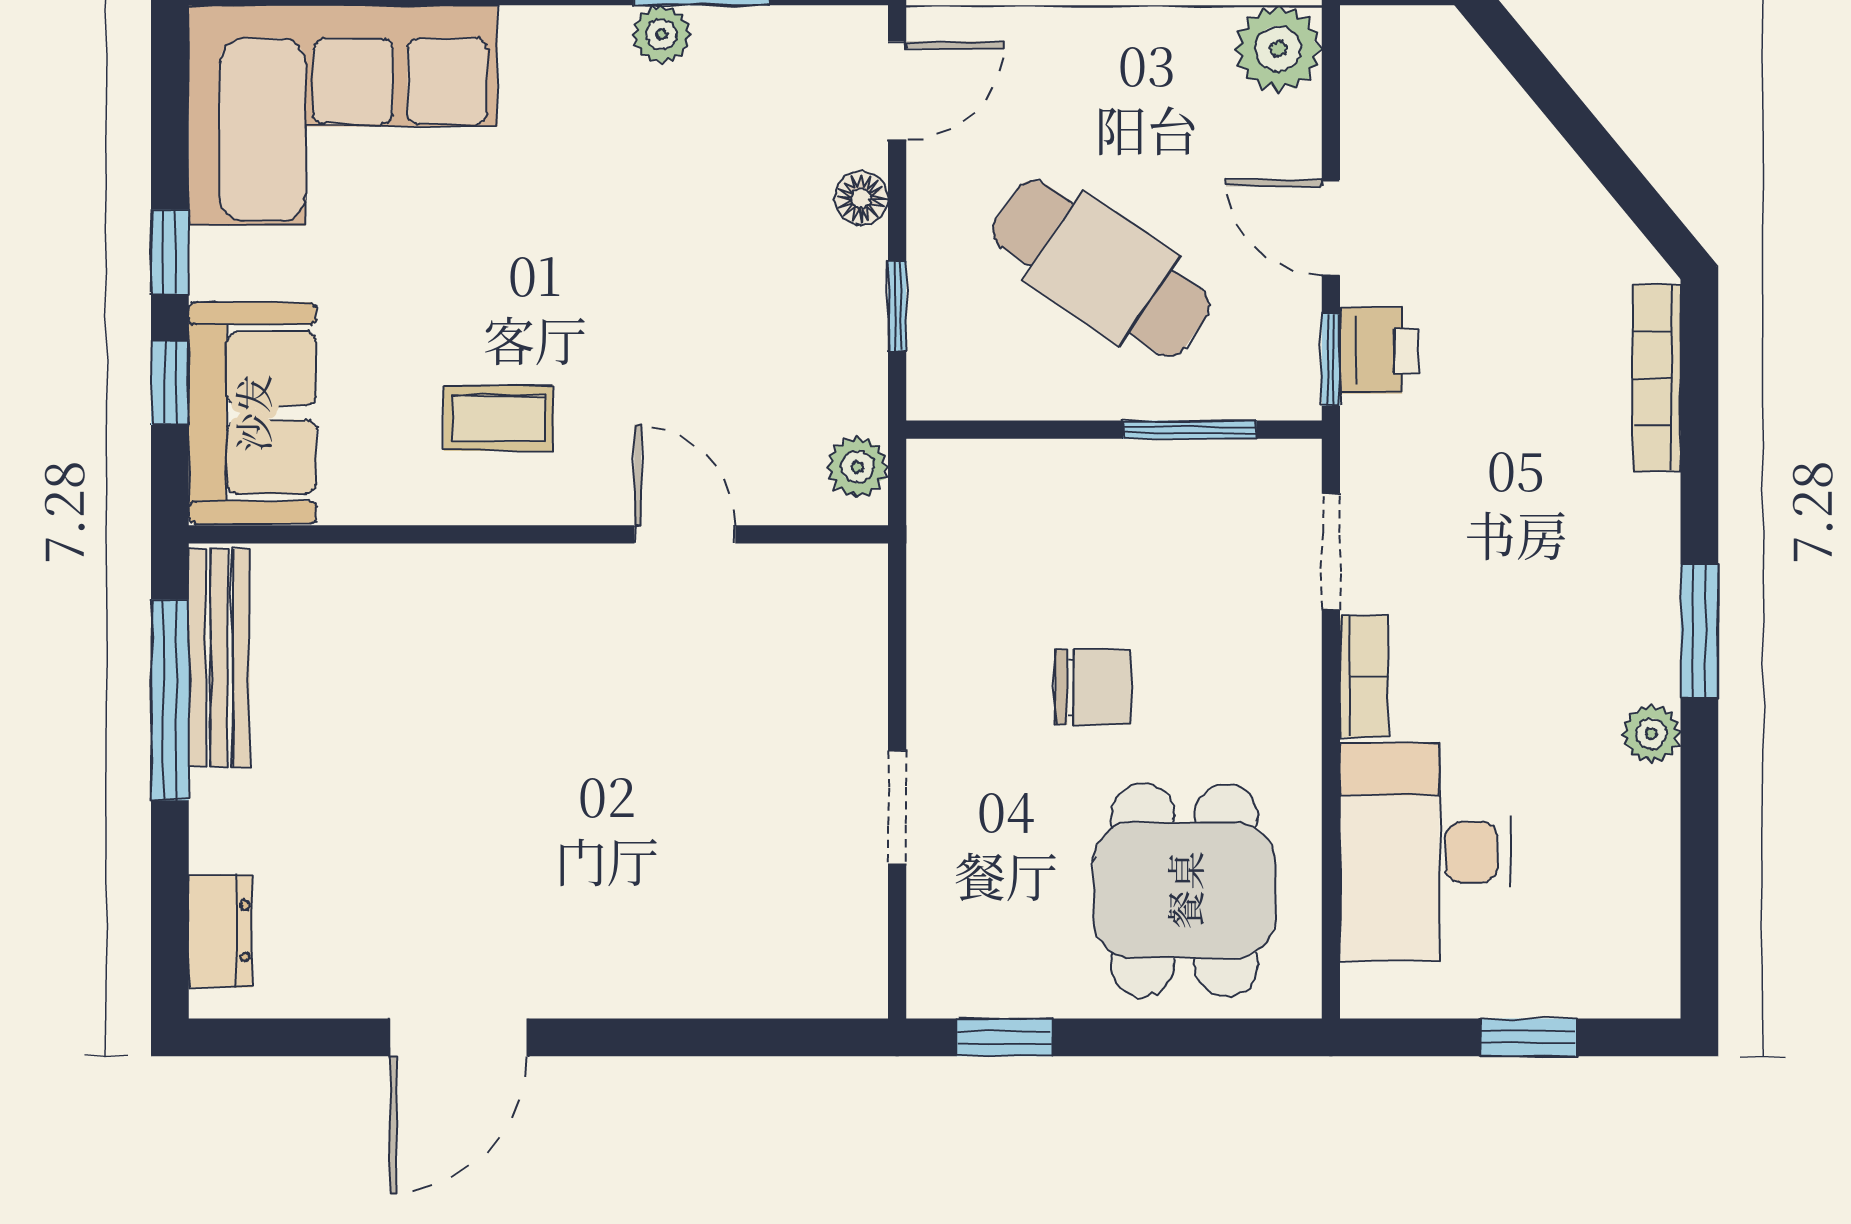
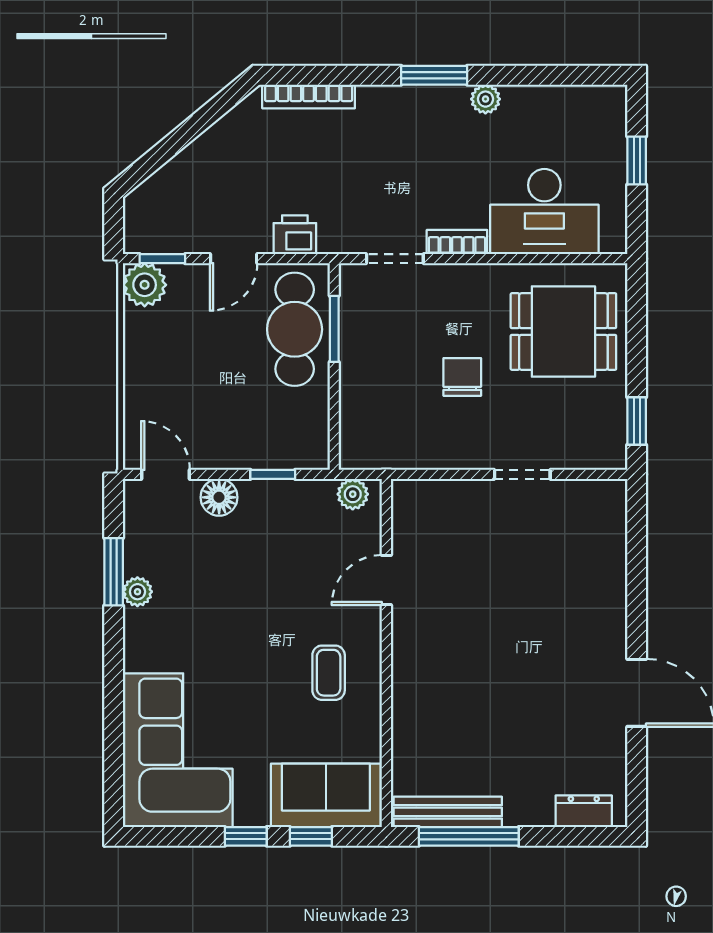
floor lamp: (861, 198) -> (219, 497), width x1.37, depth x1.37
cafe table: (1101, 268) -> (295, 329), moved, turned -34
window: (1331, 360) -> (162, 259), moved

